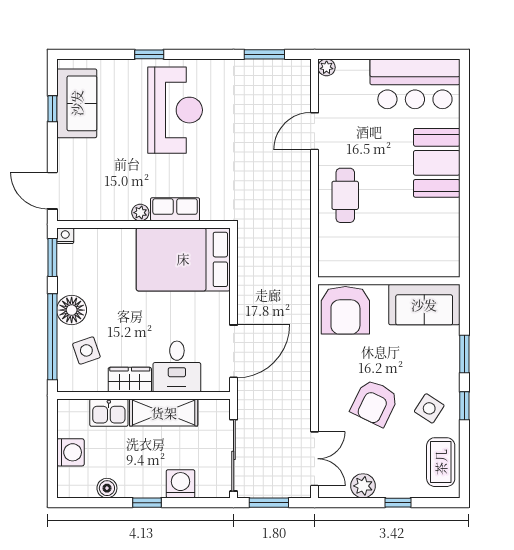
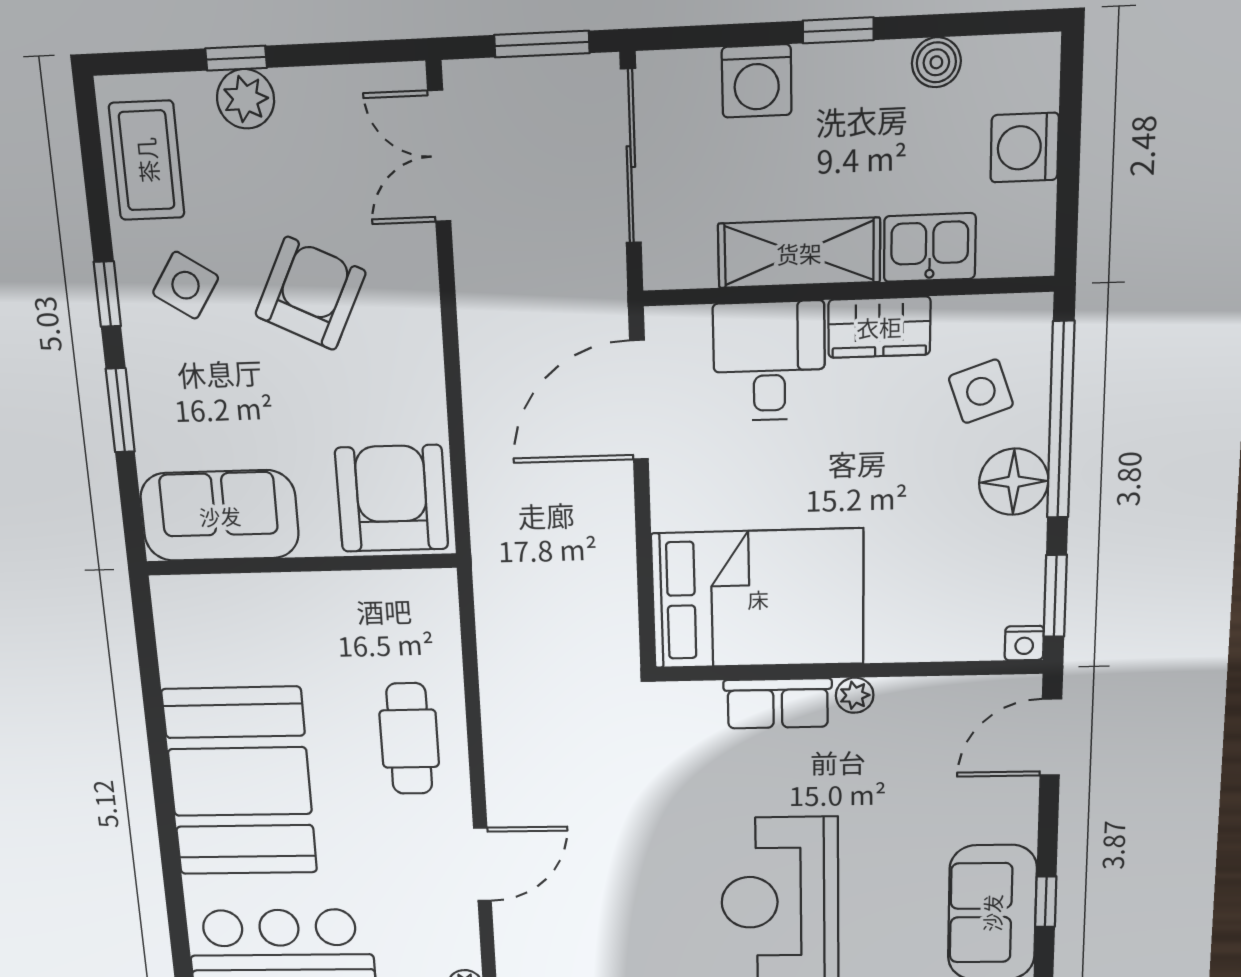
booth: (437, 163) -> (240, 782), width x1.36, depth x1.42
door: (52, 191) -> (1051, 737), swing flipped
plant: (363, 486) -> (246, 99), moved

